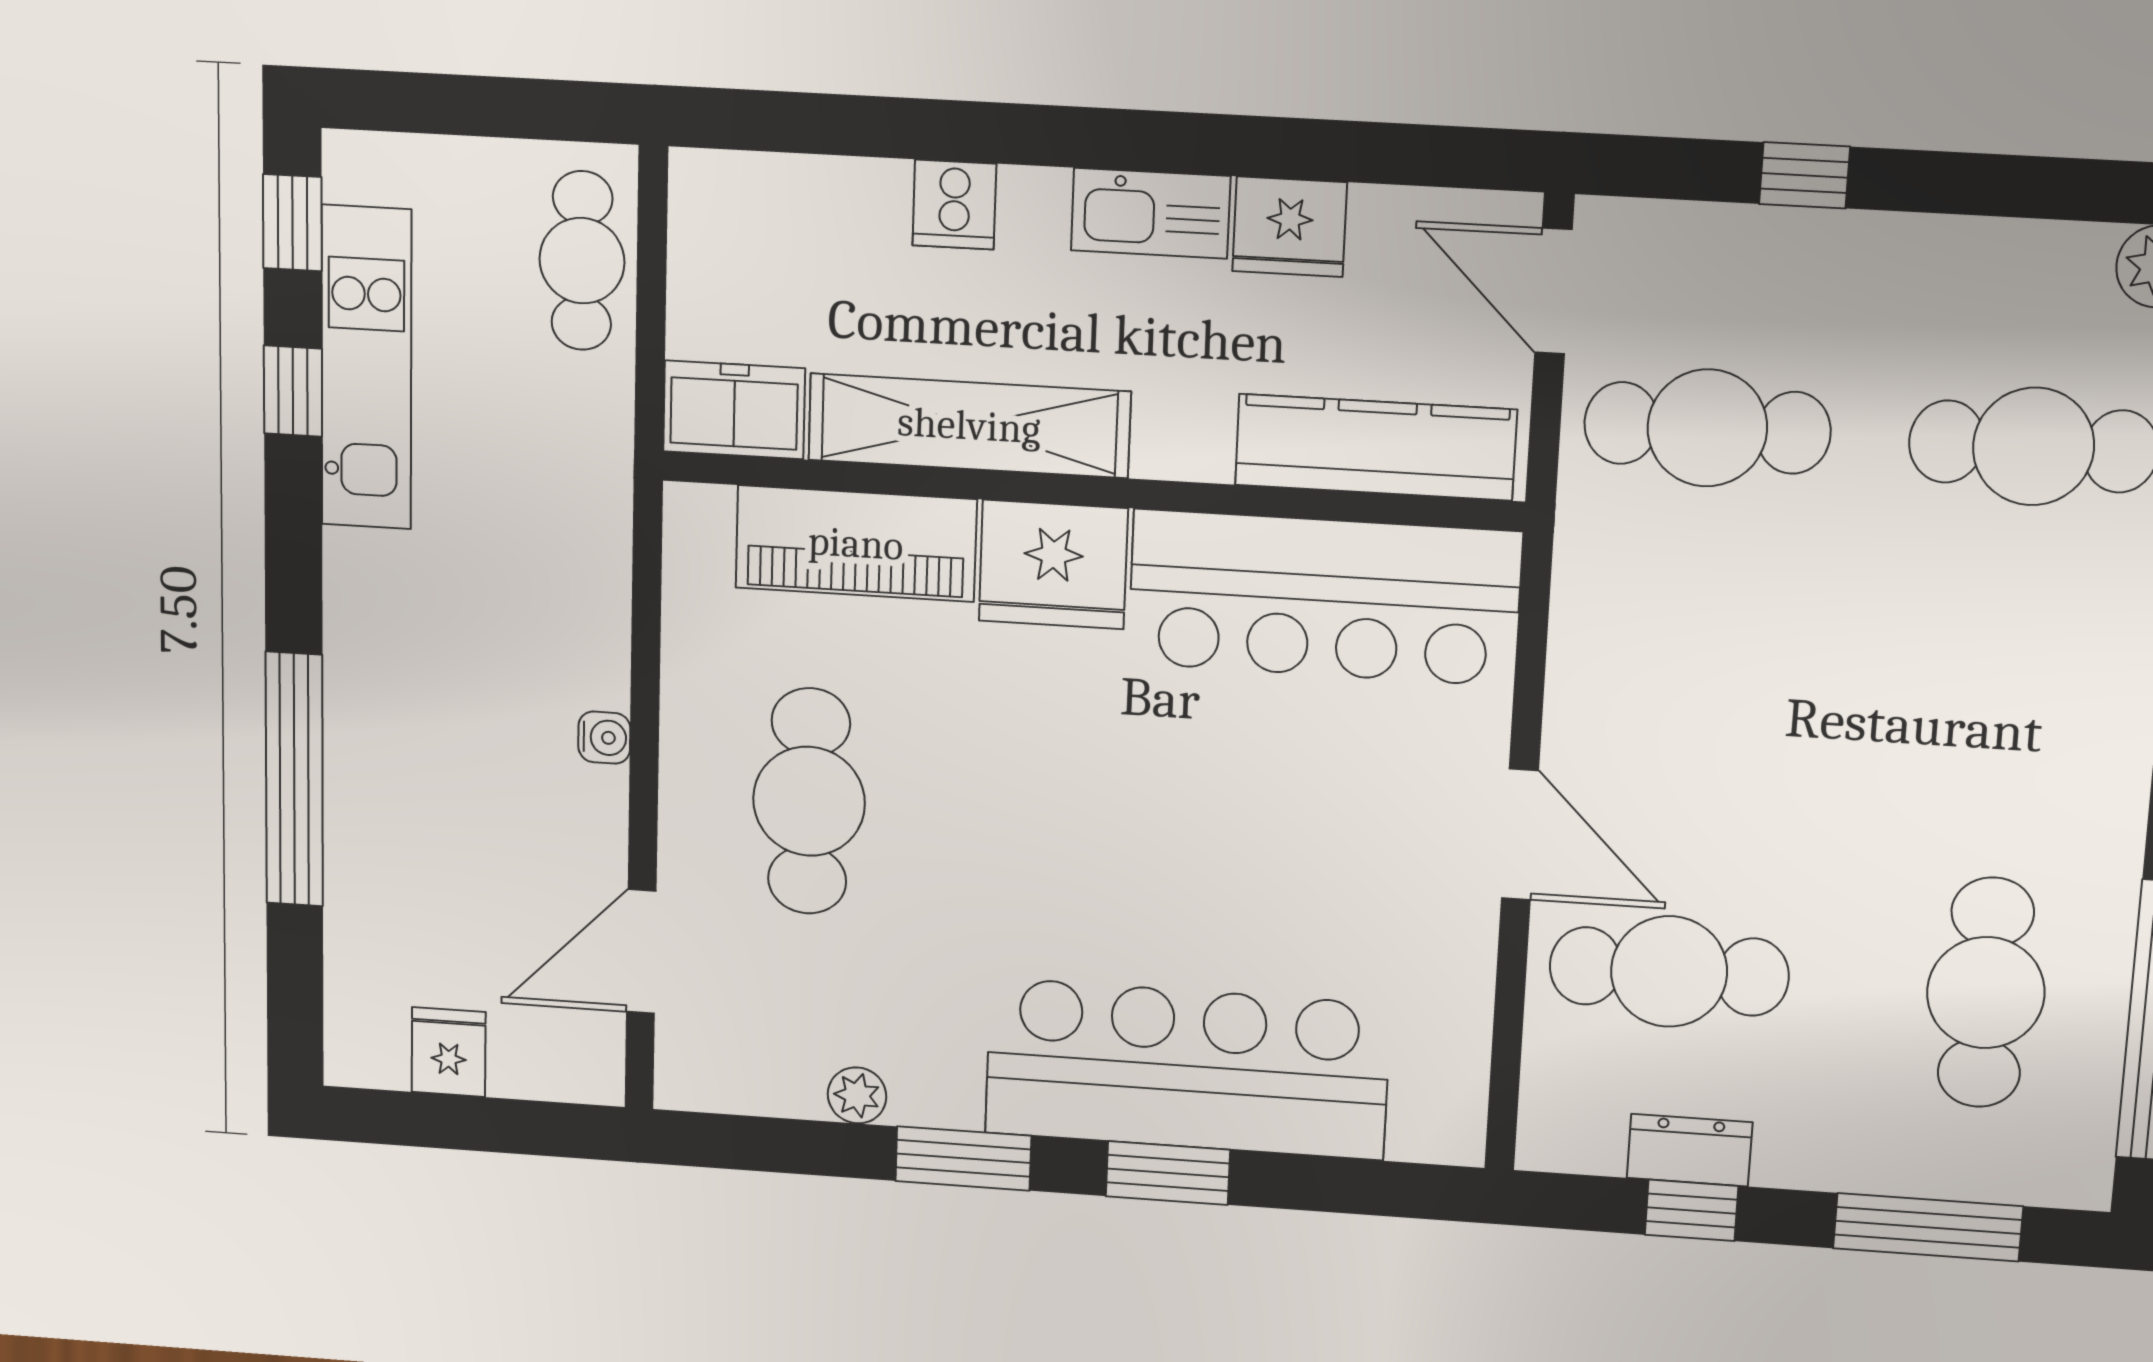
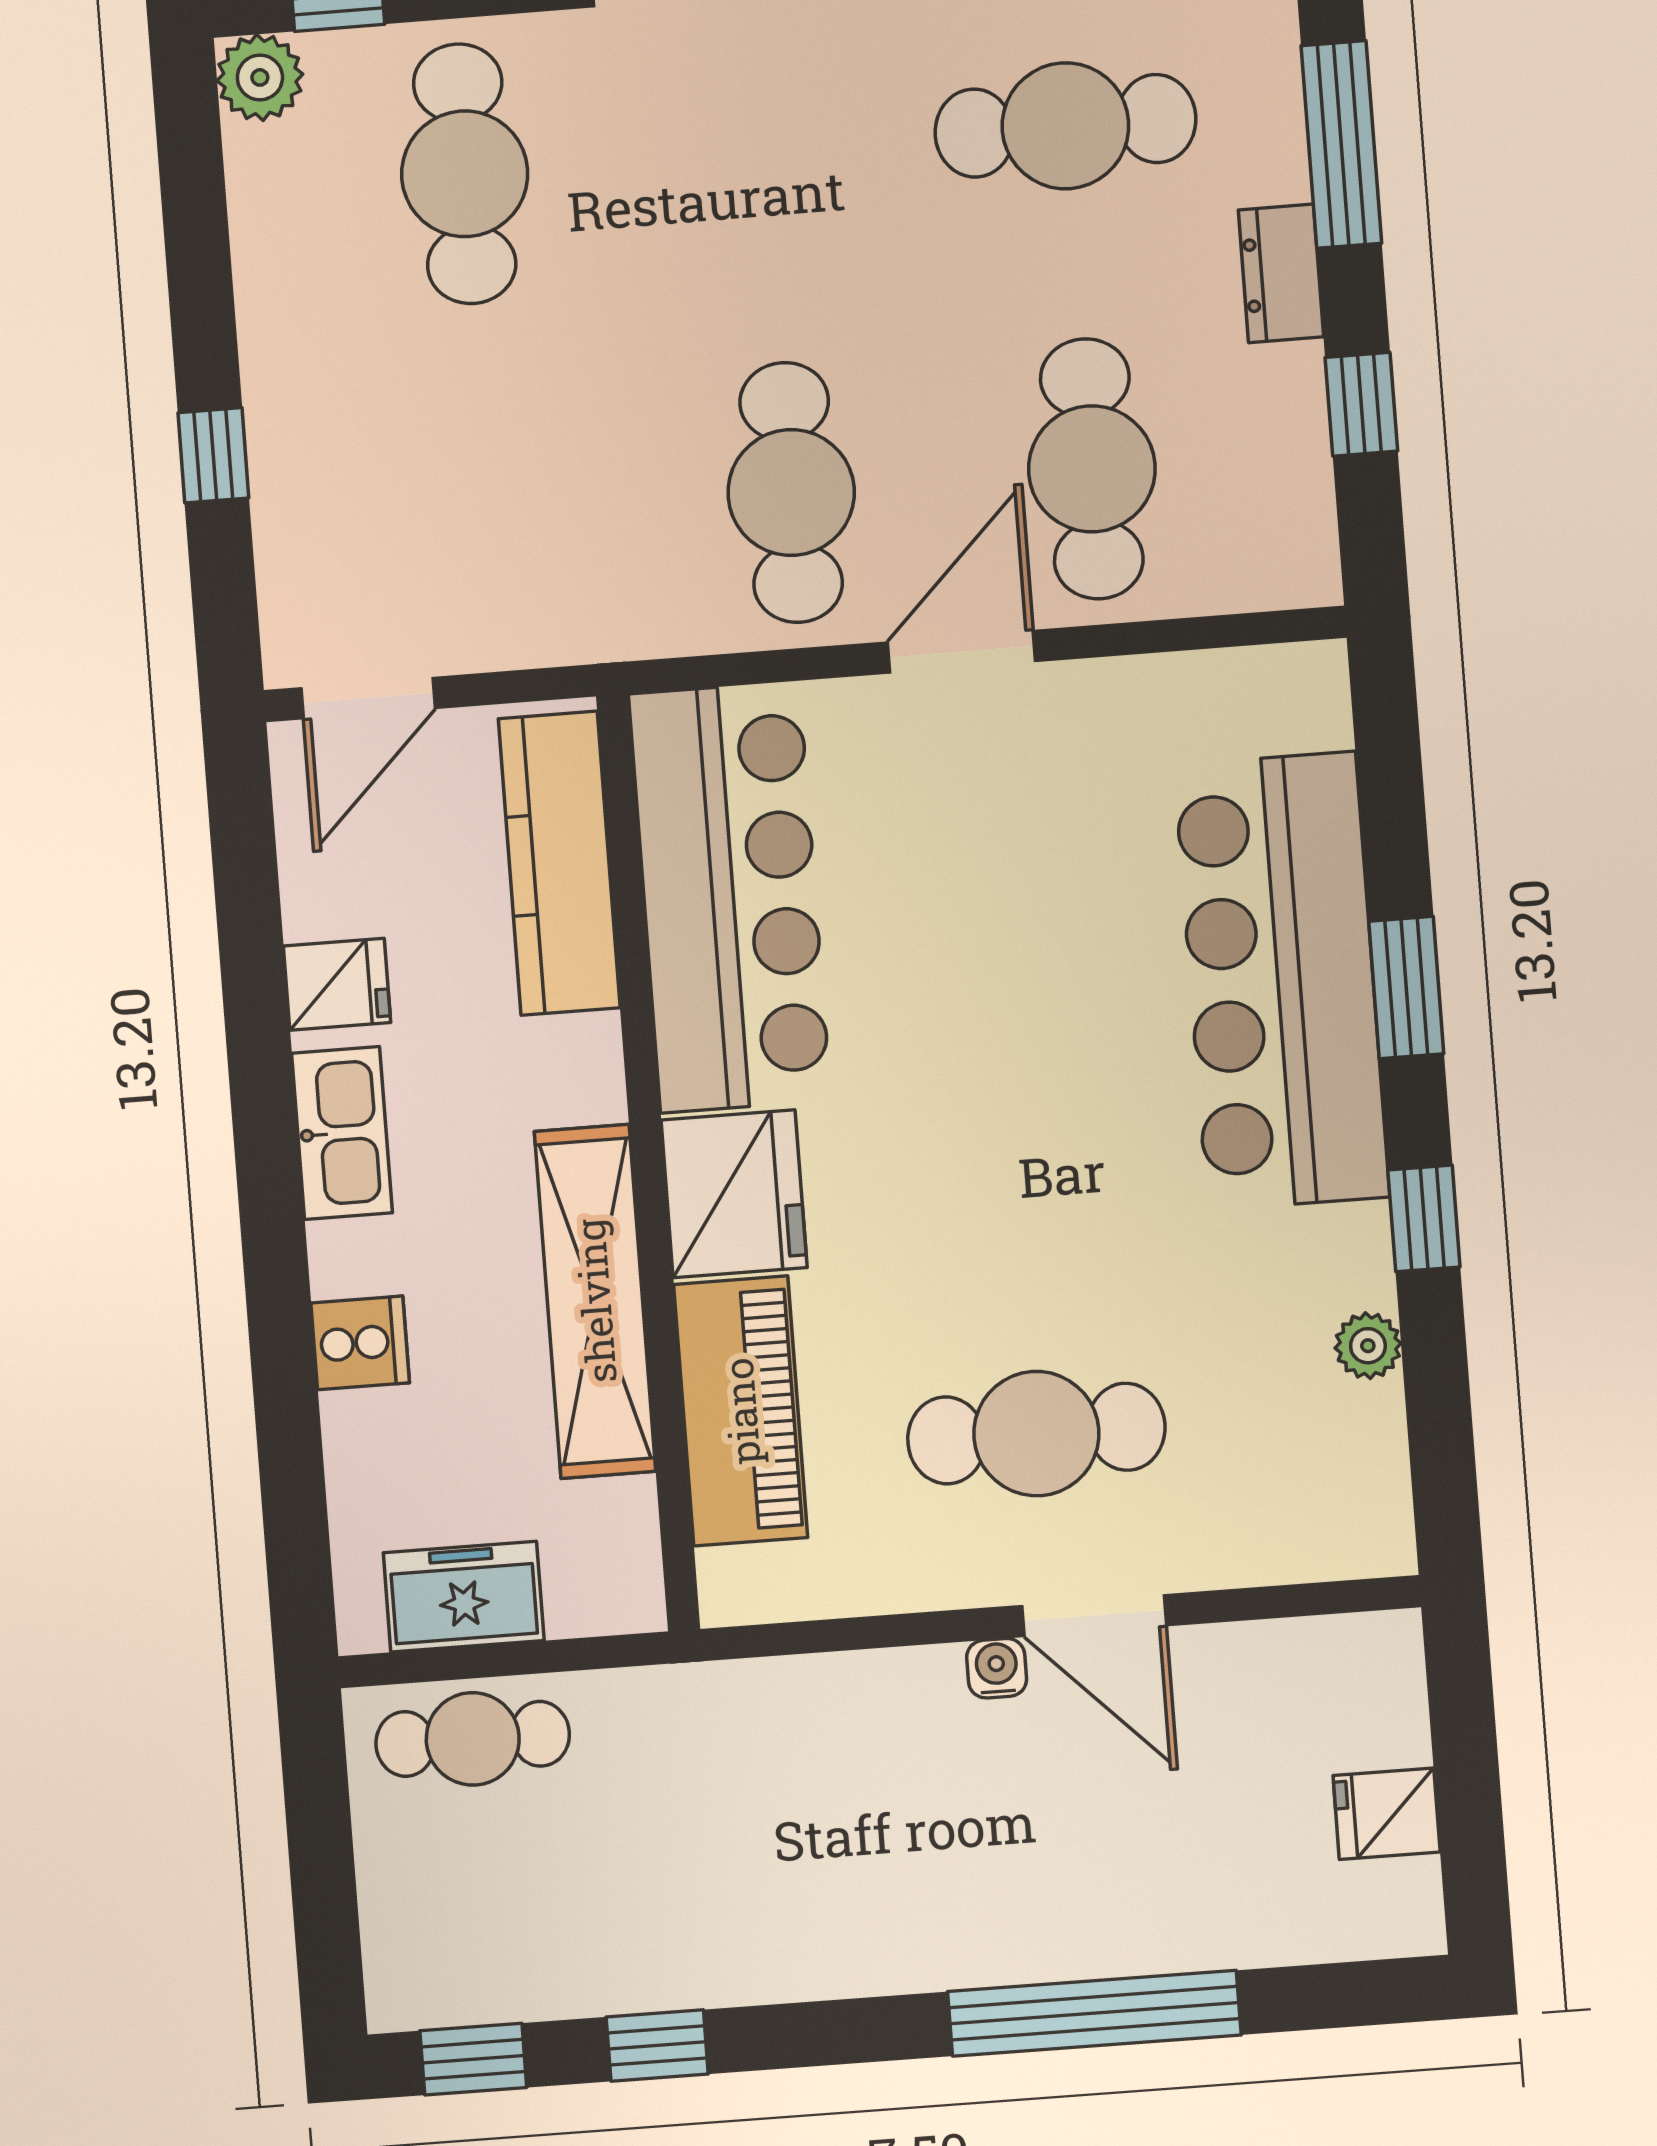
fridge: (1290, 227) -> (337, 984), width x0.72
kitchen unit: (366, 368) -> (621, 1966), removed
freezer: (734, 410) -> (464, 1597), moved, turned 90
cafe table: (1707, 428) -> (791, 493), moved
door: (641, 952) -> (1094, 1616), moved
dresser: (1690, 1150) -> (1281, 273), moved
window: (963, 1158) -> (1424, 1218), width x0.67

